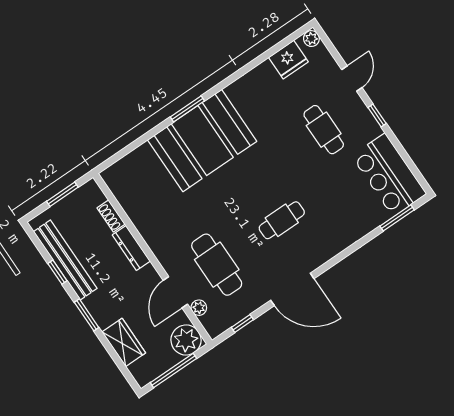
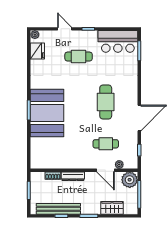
cafe table: (282, 220) -> (106, 102), width x1.37, depth x1.35
cafe table: (217, 265) -> (106, 144), width x0.73, depth x0.74

